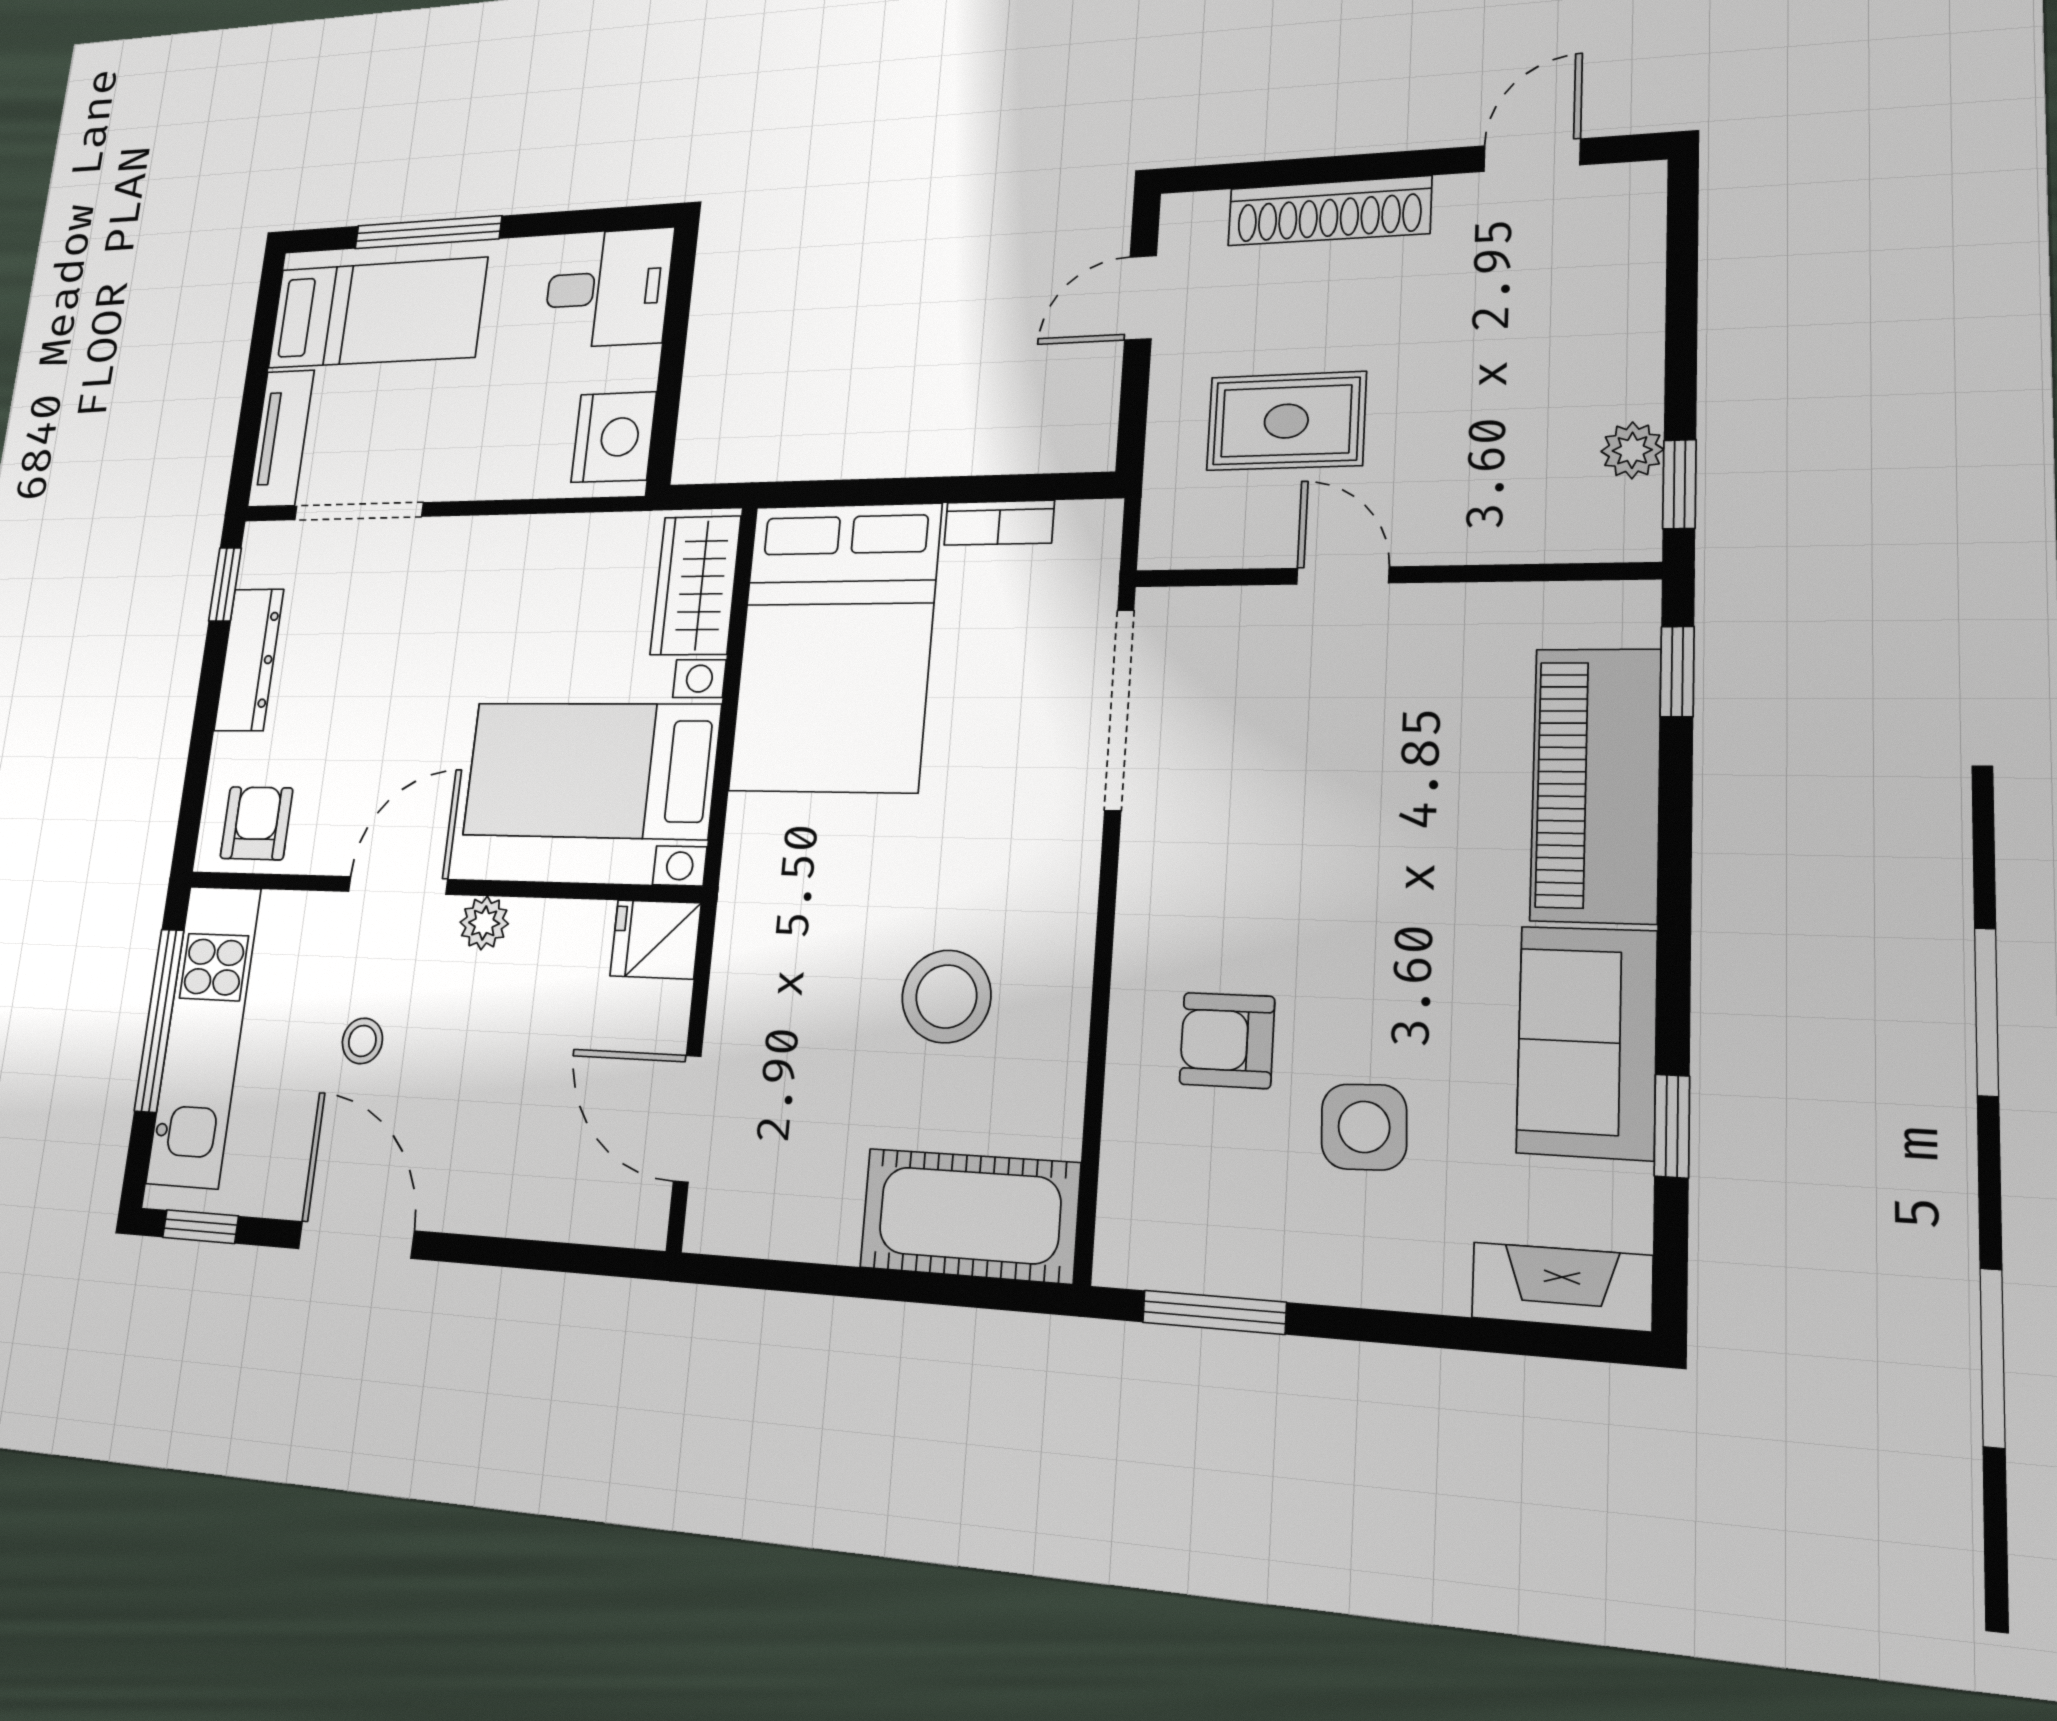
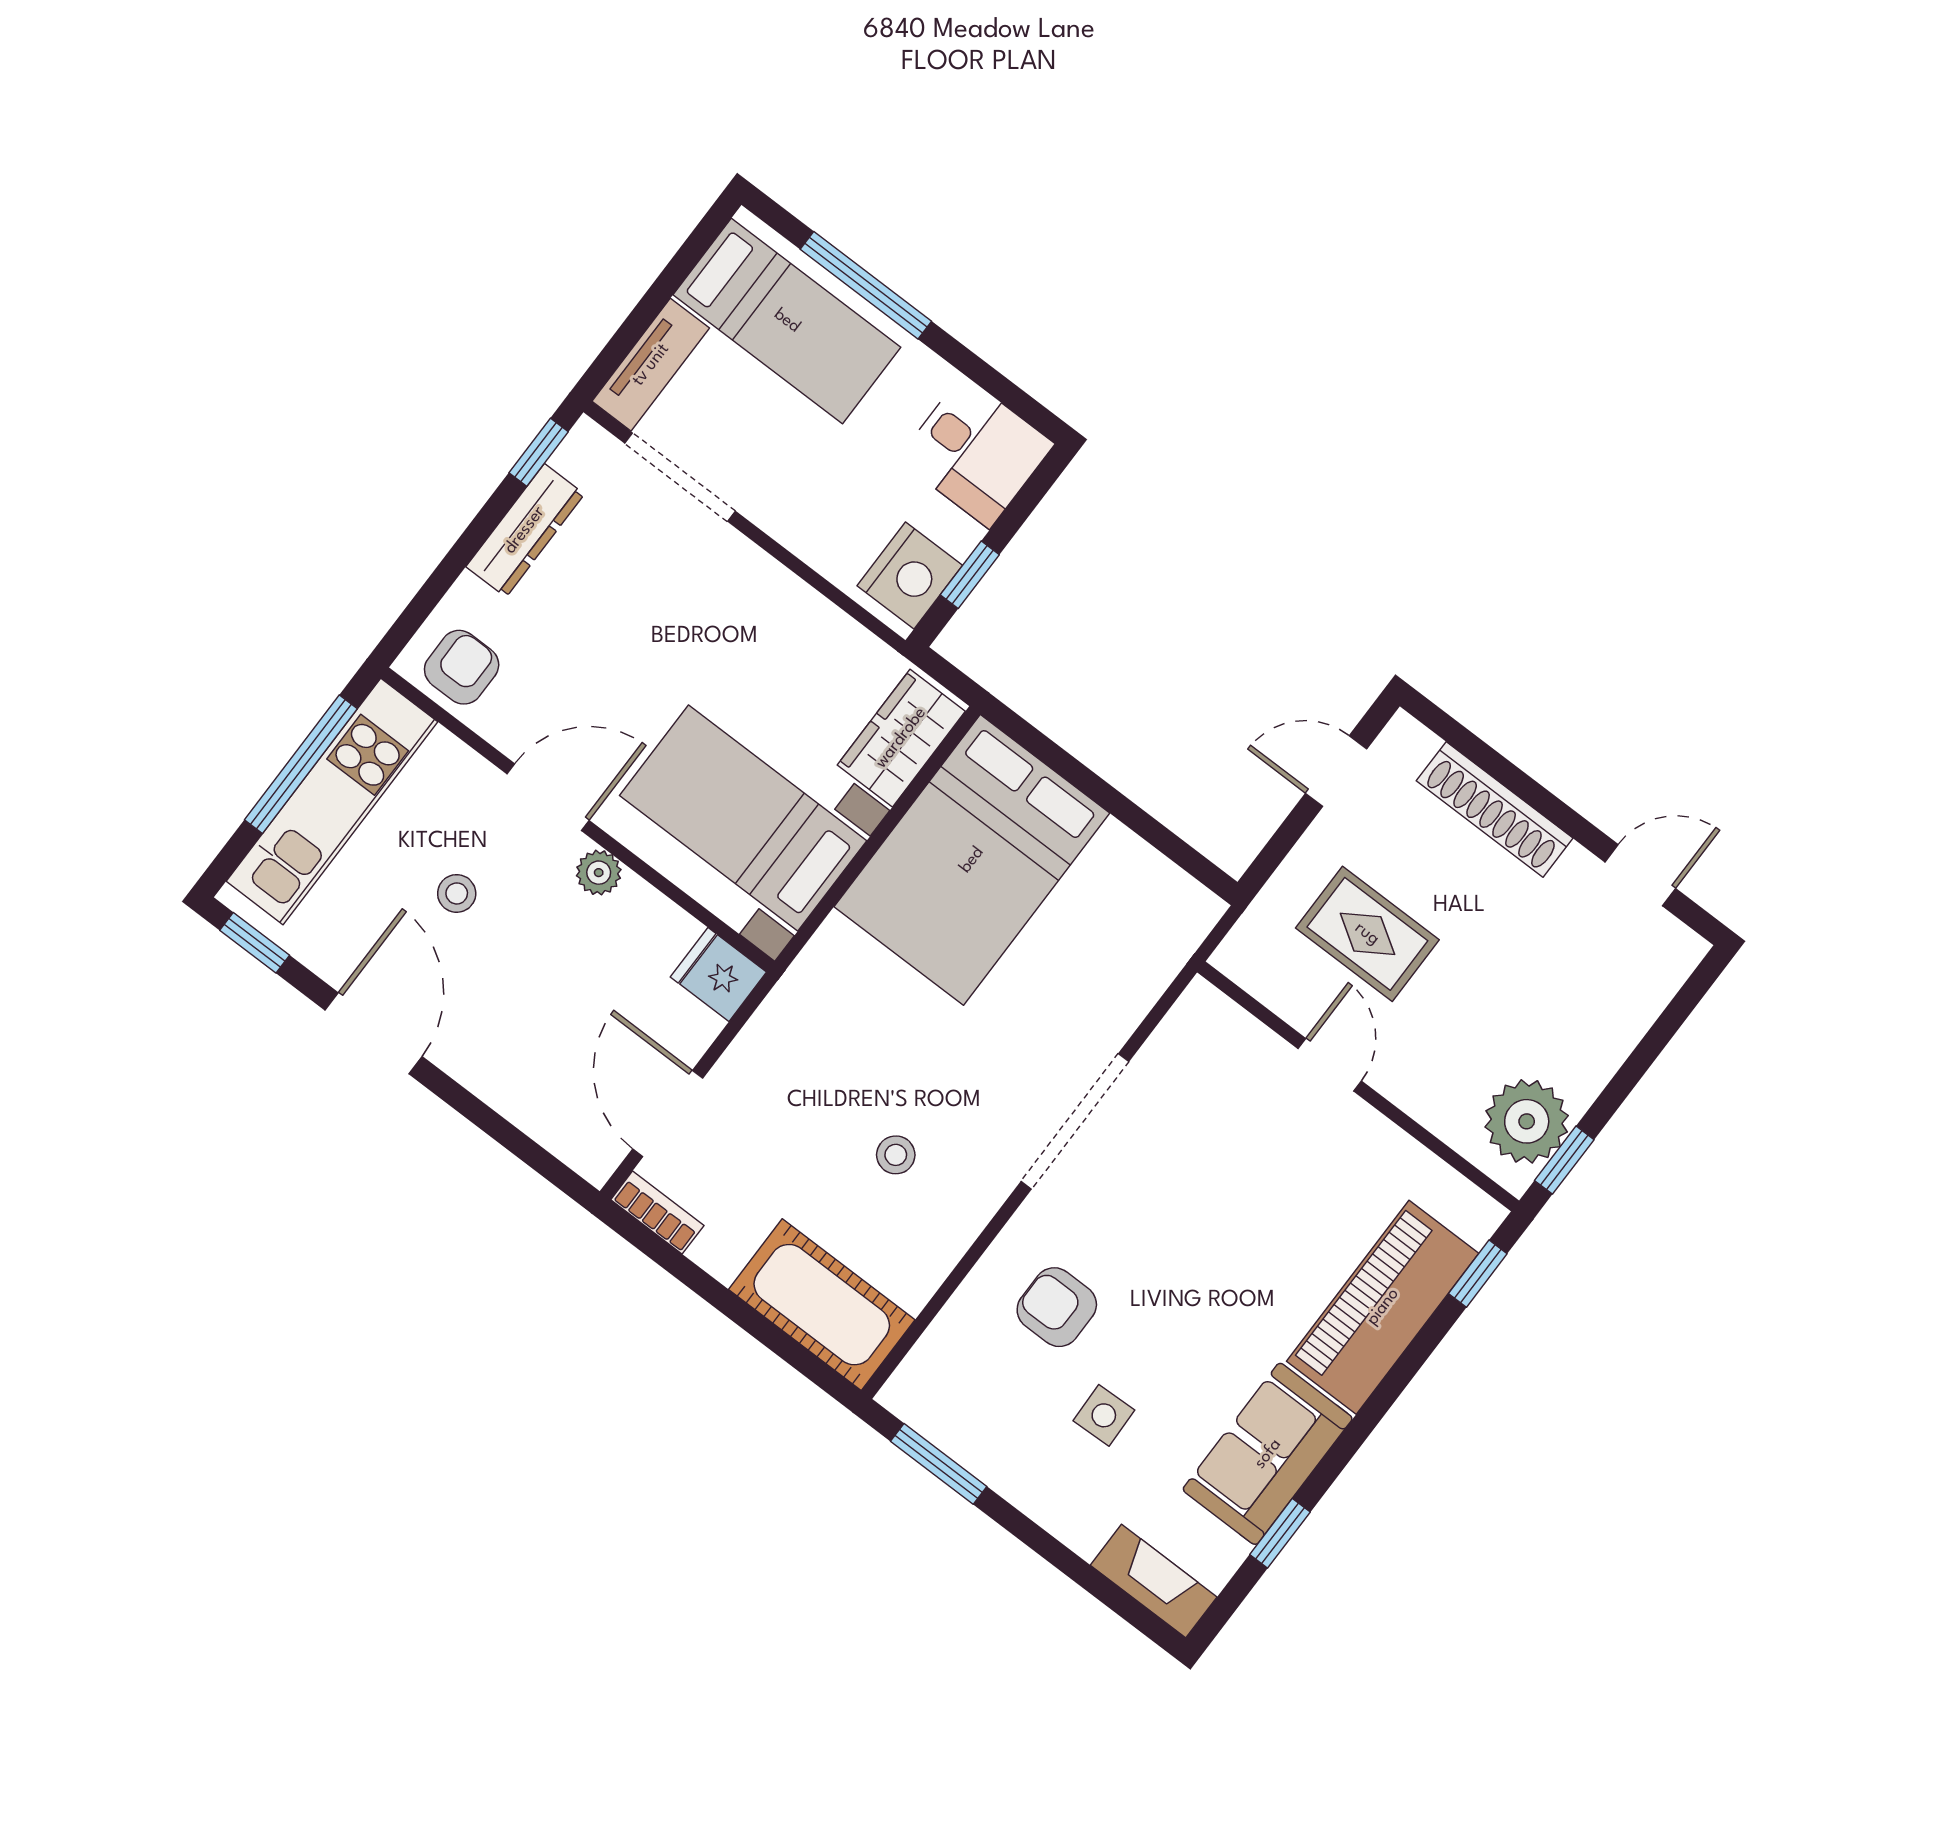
window: (668, 394) -> (970, 575), added
plant: (1632, 450) -> (1527, 1121), width x1.88, depth x1.88
bookcase: (999, 523) -> (657, 1213), moved, turned 180
doorway: (1119, 710) -> (1075, 1121), moved
stool: (946, 996) -> (896, 1155), width x0.53, depth x0.53
side table: (1364, 1127) -> (1104, 1415), width x0.73, depth x0.73

